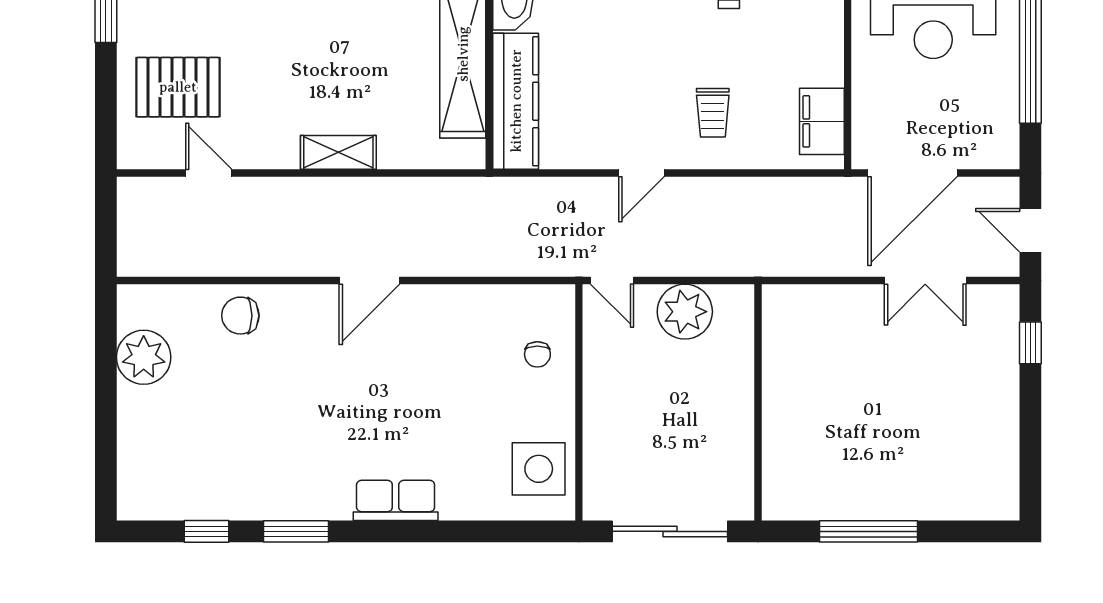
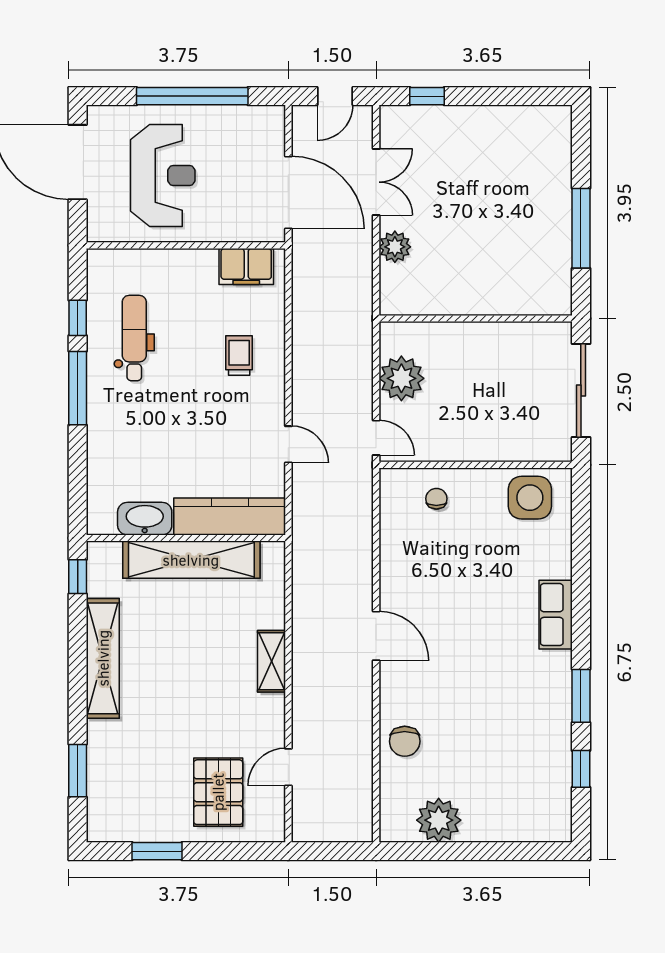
trolley: (713, 113) -> (239, 355), turned -90
door: (641, 173) -> (288, 444), moved
door: (612, 281) -> (376, 438), hinge flipped
plant: (846, 303) -> (395, 247), added
chair: (537, 354) -> (436, 499), turned -90

